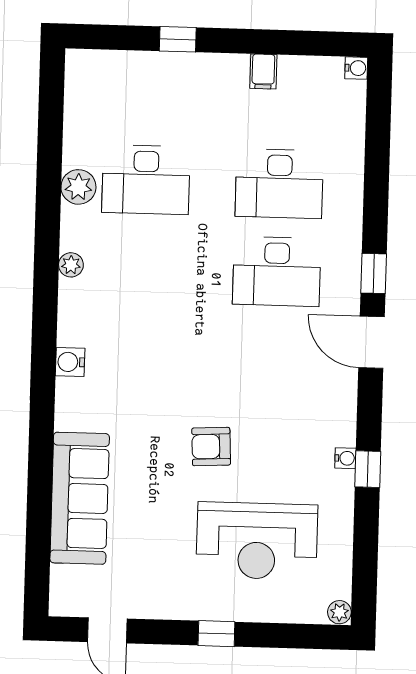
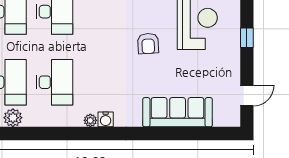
plant: (71, 265) -> (90, 120), moved
desk: (143, 268) -> (55, 82), added

